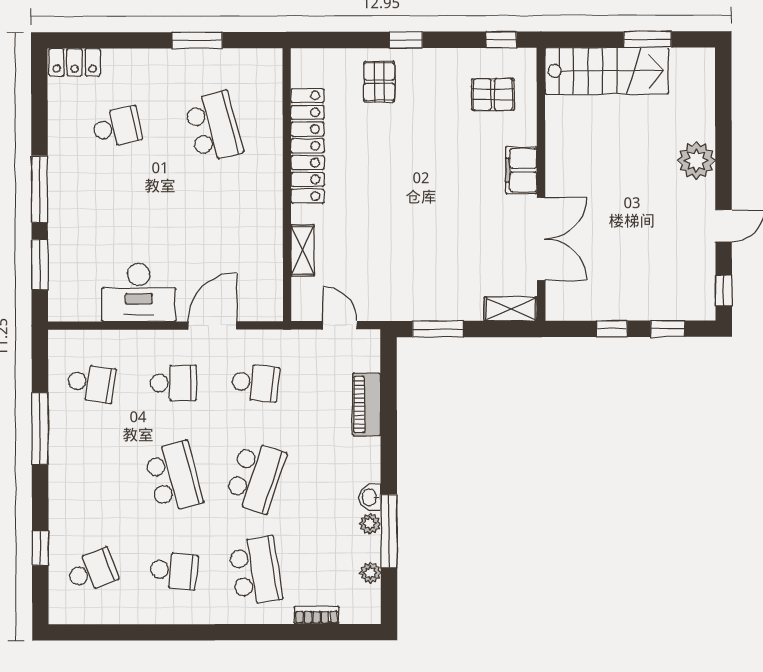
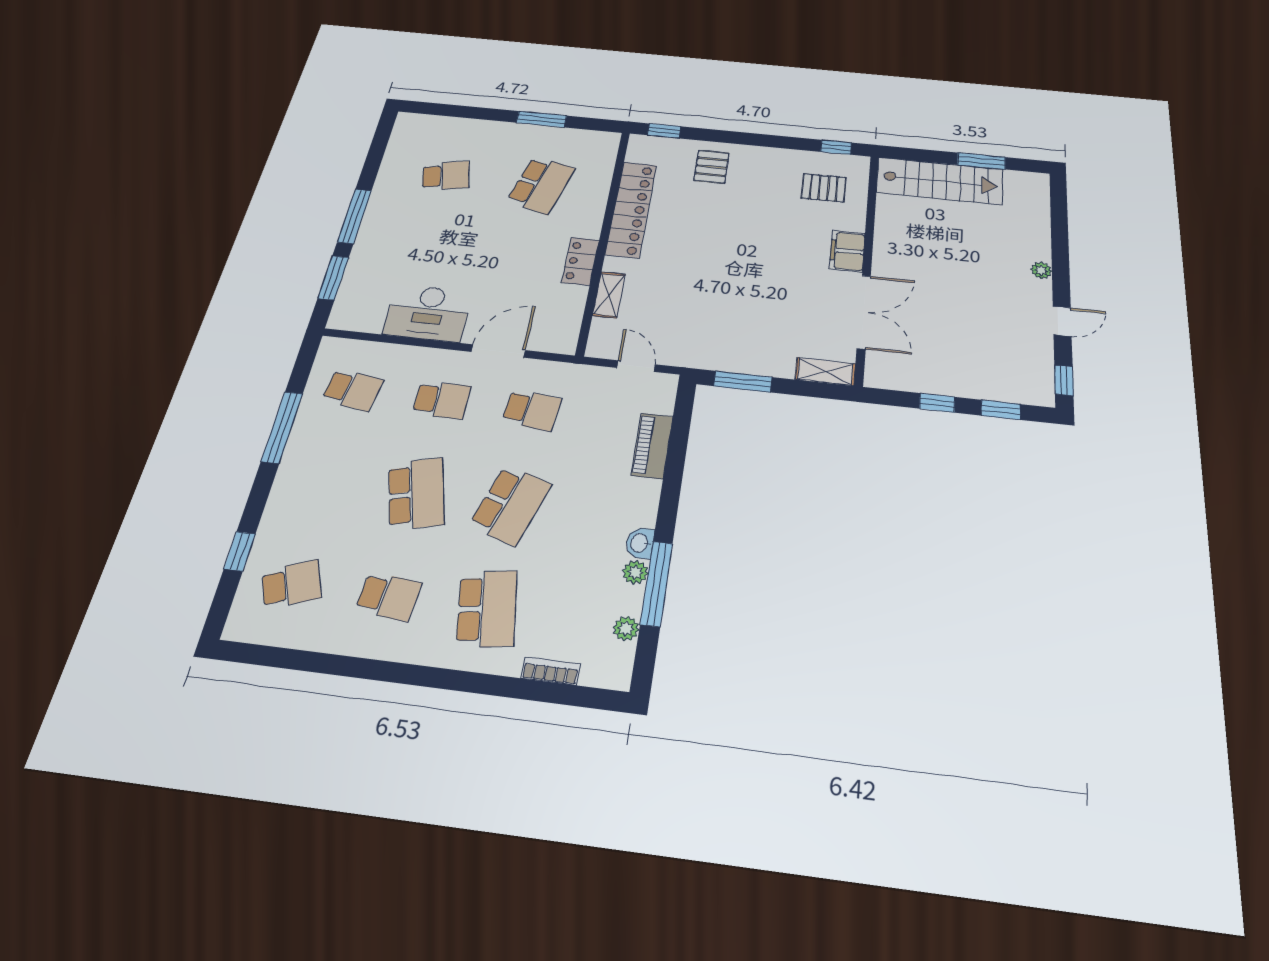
window: (406, 40) -> (664, 131), moved
locker: (75, 62) -> (580, 261), moved, turned 90
school desk: (214, 127) -> (541, 185), turned 30
plant: (696, 161) -> (1041, 270), width x0.53, depth x0.53

